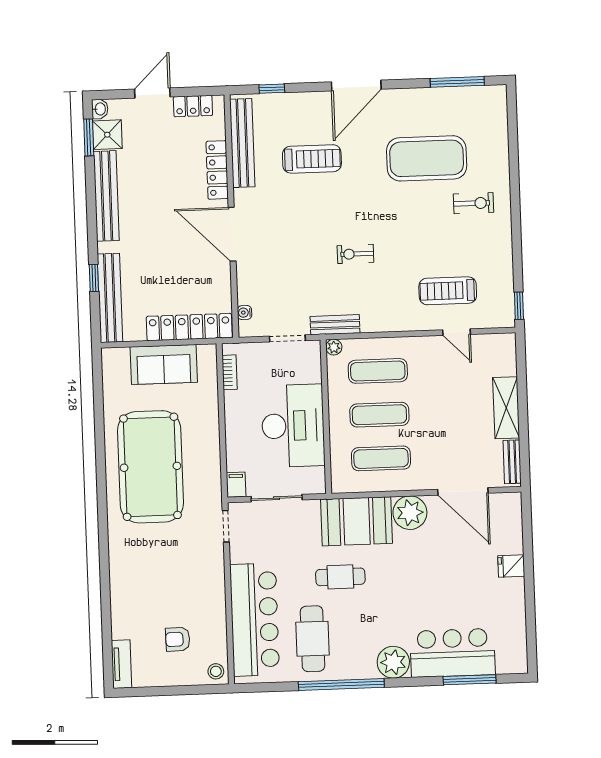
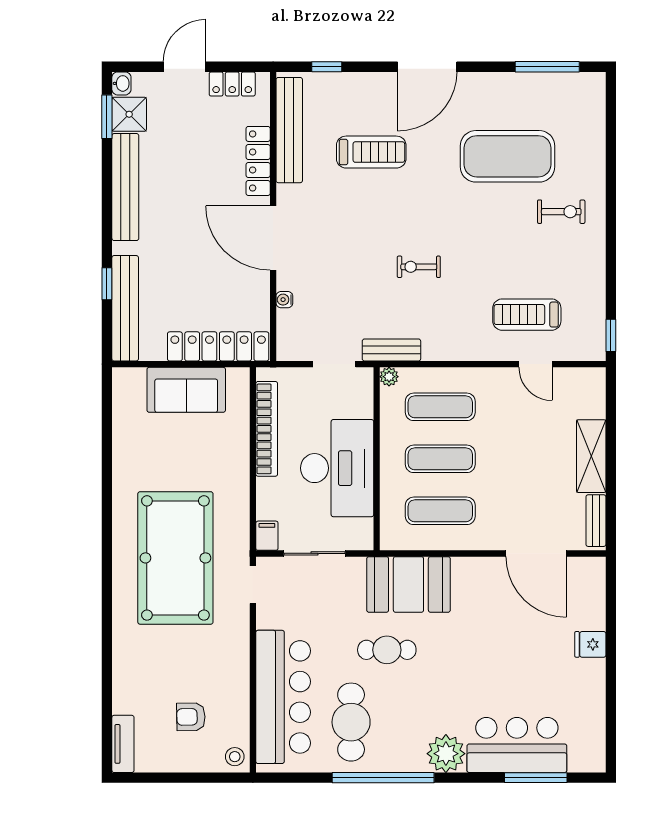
water cooler: (244, 313) -> (284, 300), moved
bookcase: (230, 372) -> (267, 429), width x2.31, depth x1.31
pool table: (150, 467) -> (175, 558), moved
plant: (410, 513) -> (472, 577), removed

